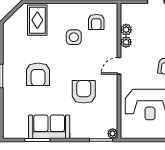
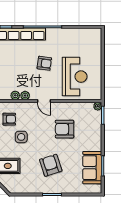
armchair: (38, 74) -> (51, 165), turned -108
sofa: (49, 127) -> (92, 168), moved

